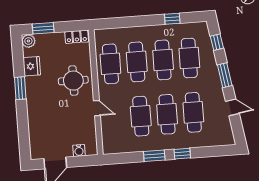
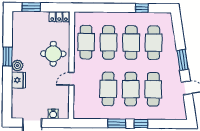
plant: (28, 41) -> (17, 66), moved
window: (217, 42) -> (178, 31), removed
fridge: (32, 66) -> (18, 80), moved
door: (97, 108) -> (71, 79), swing flipped

